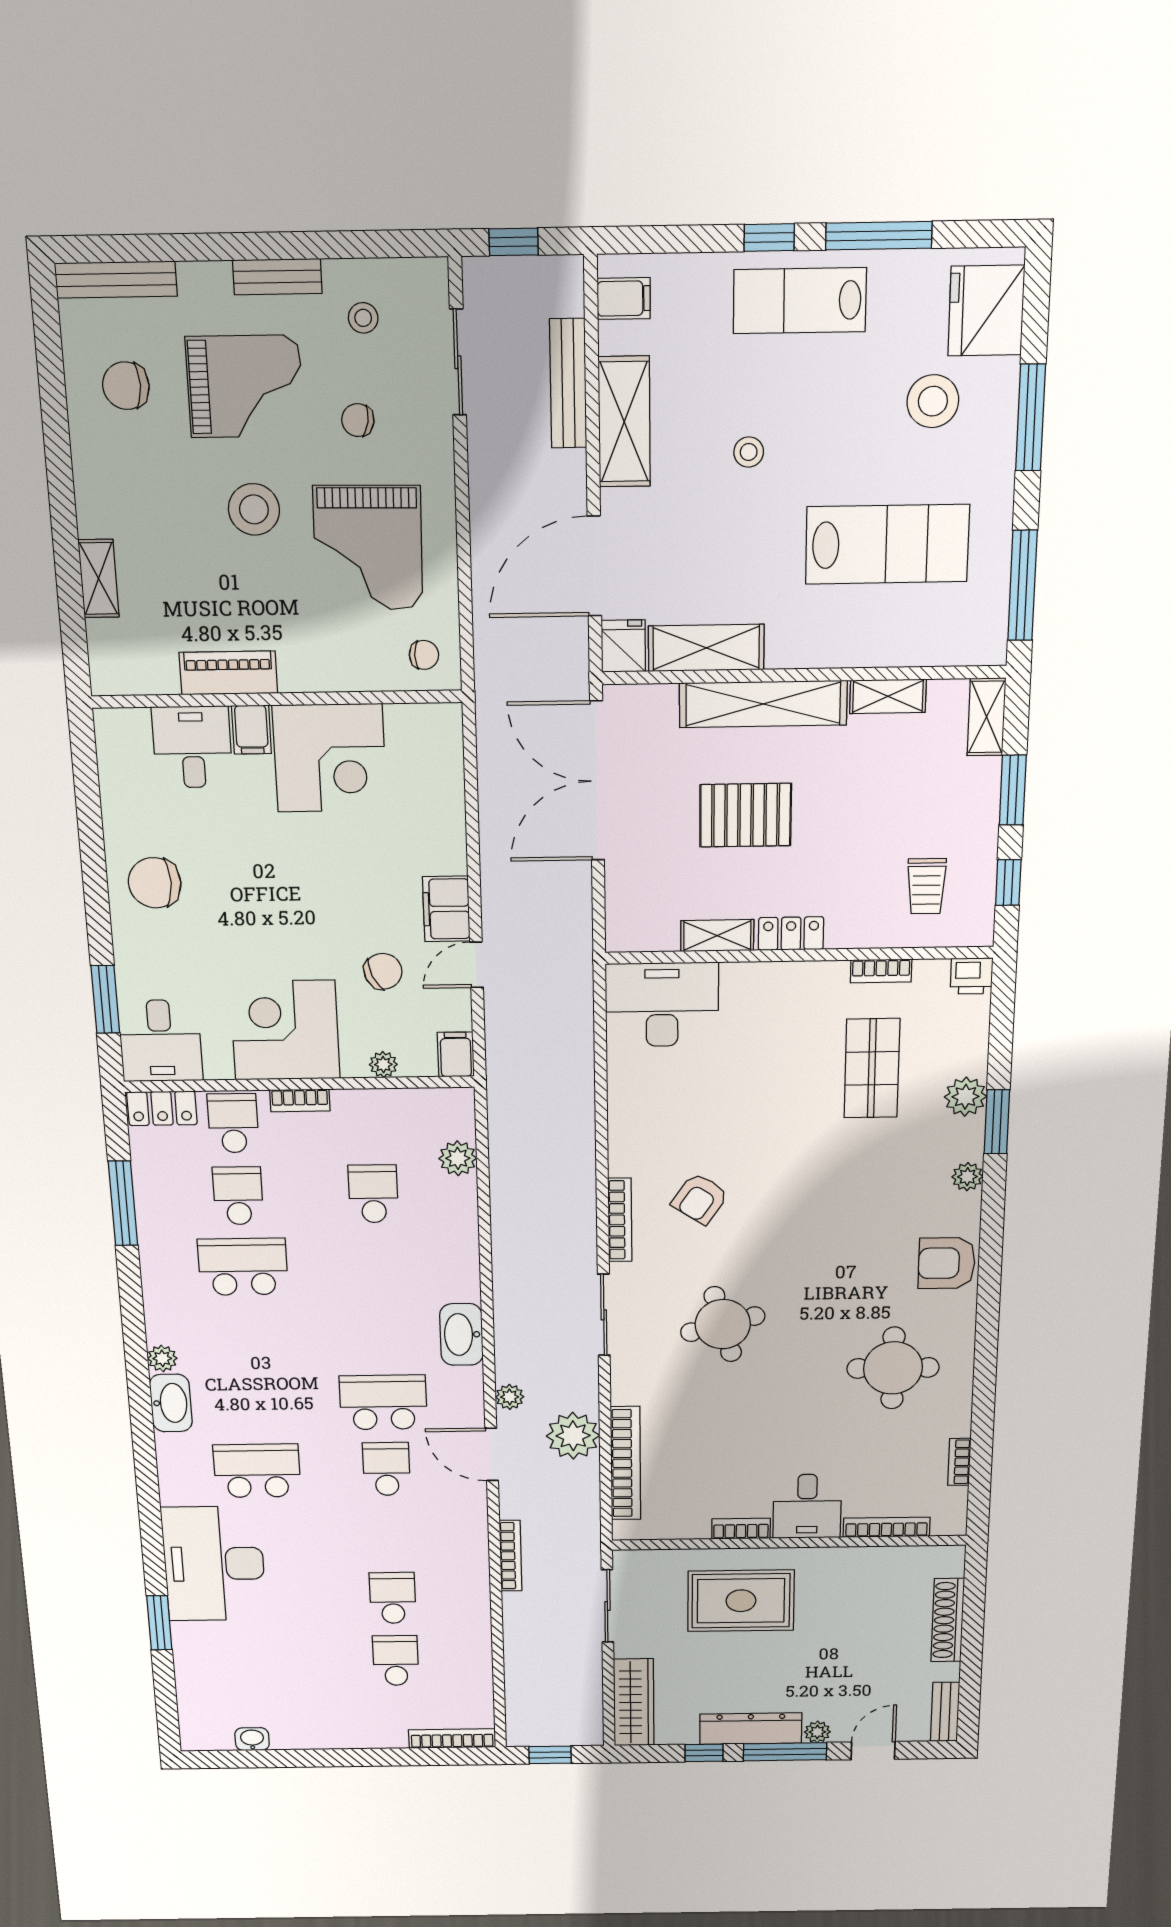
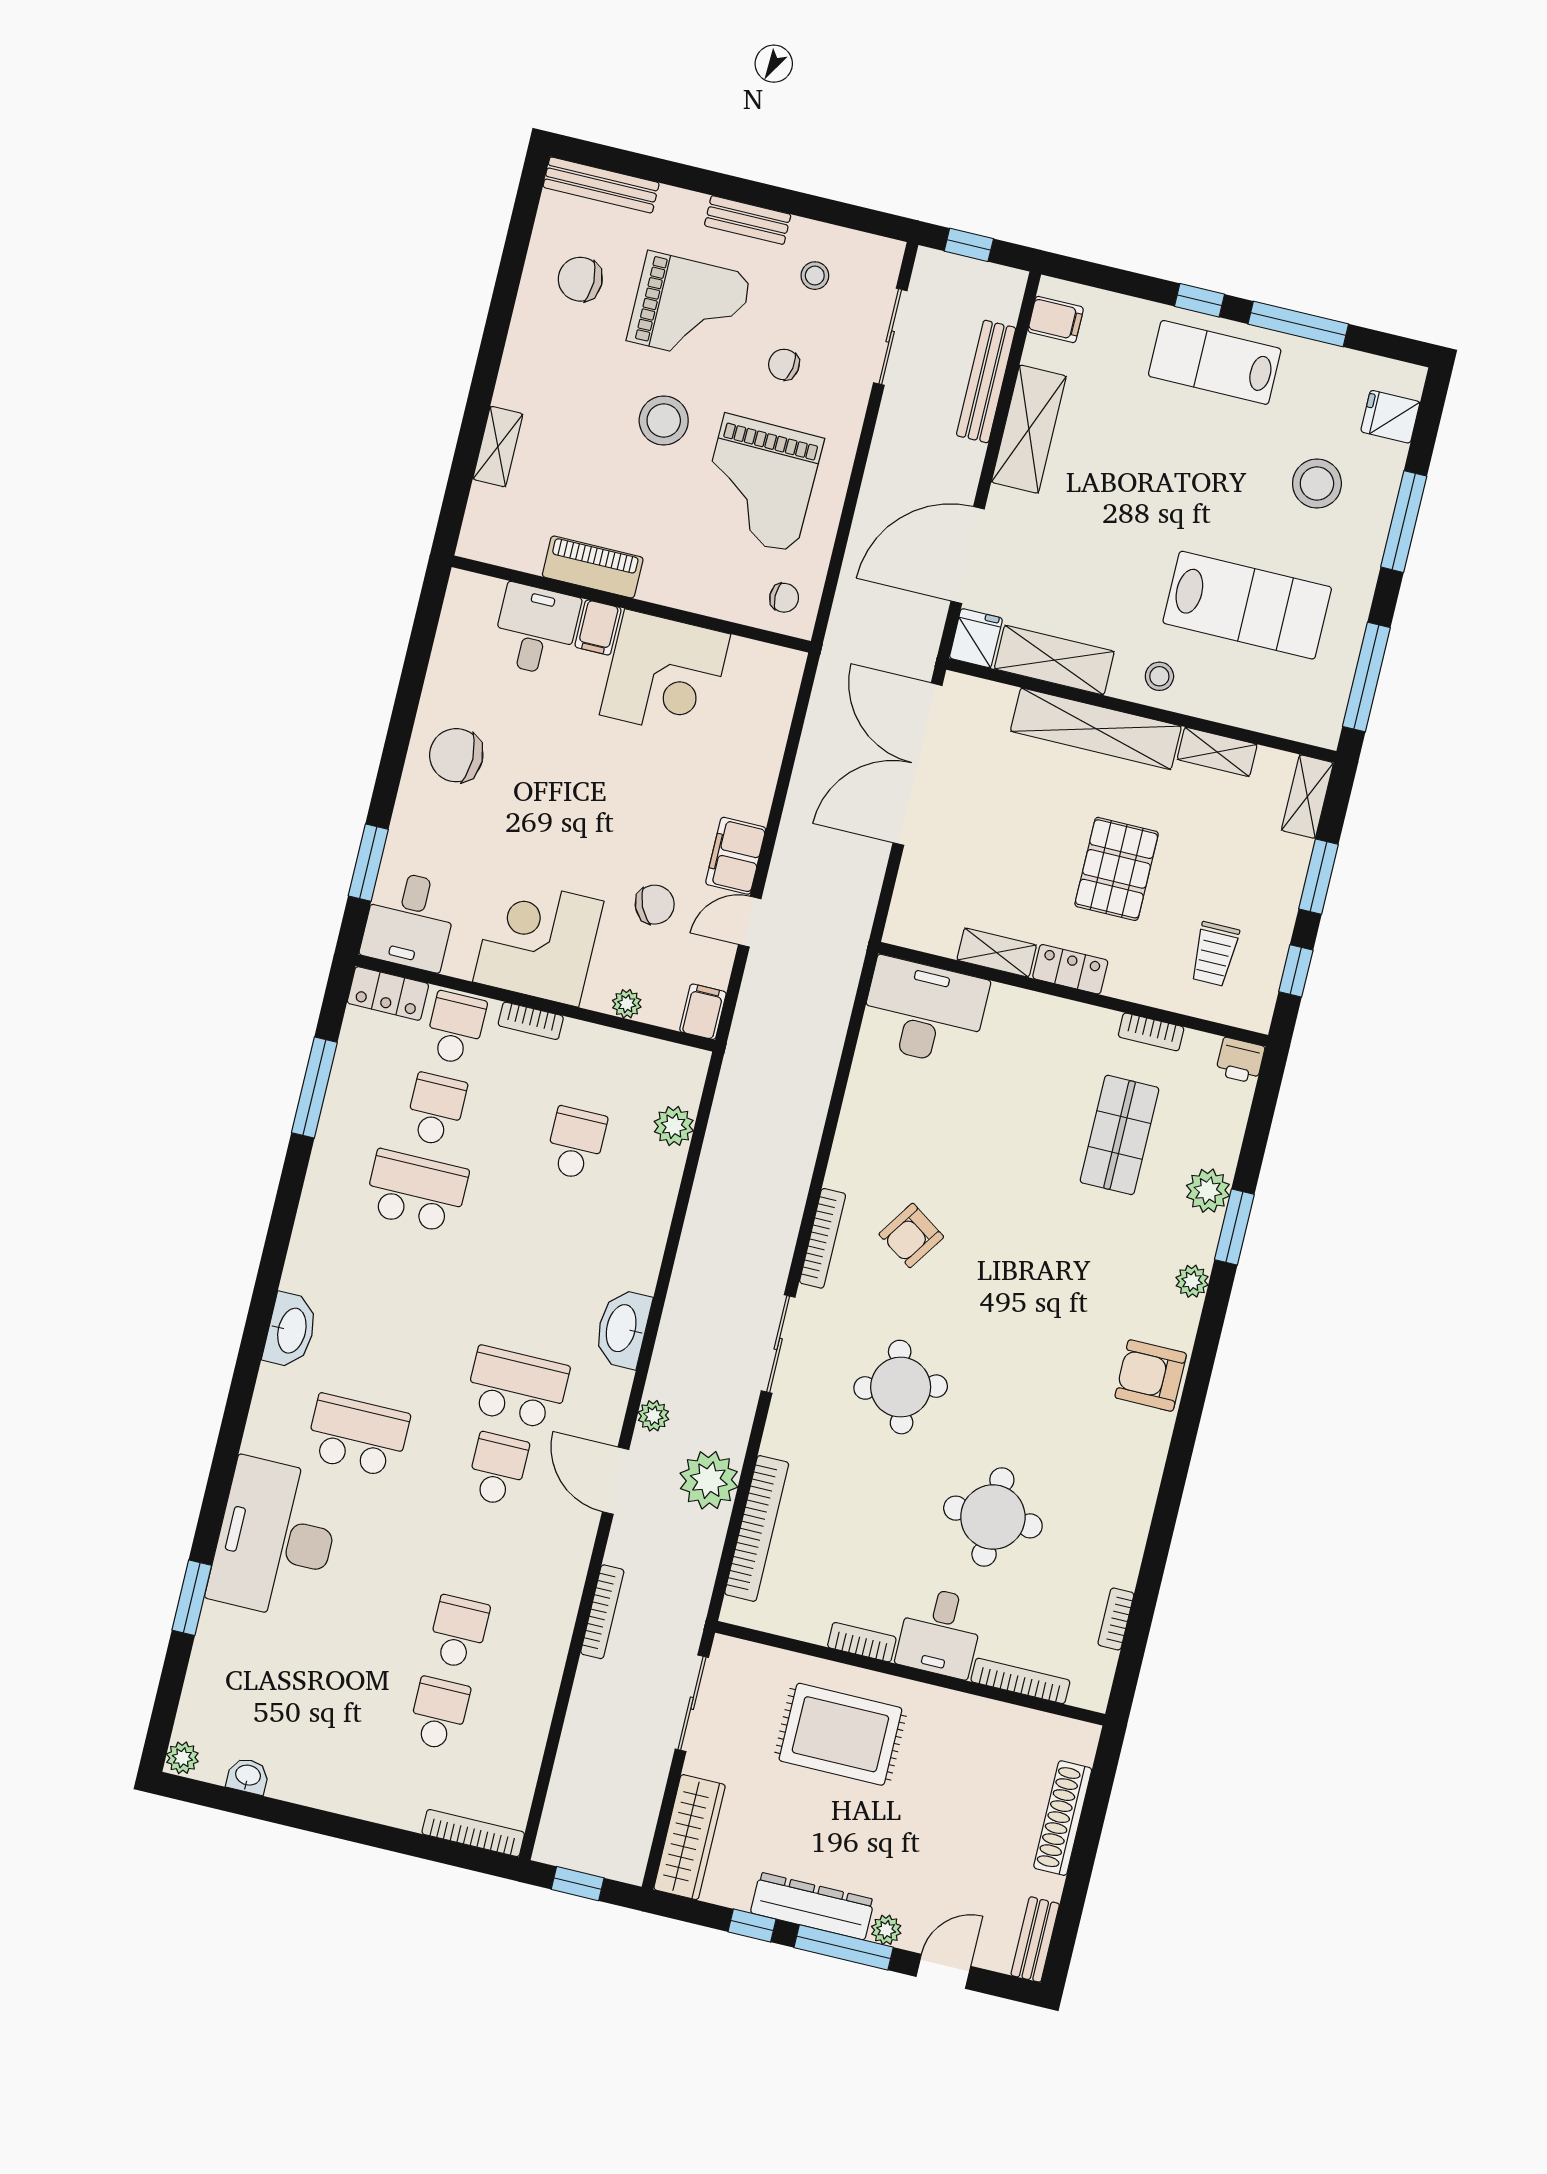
fridge: (986, 311) -> (1390, 417), width x0.53, depth x0.75
stool: (749, 452) -> (1159, 676), moved
pallet: (745, 815) -> (1117, 869), moved, turned 90
plant: (162, 1358) -> (182, 1758), moved
round table: (893, 1368) -> (993, 1517), moved

